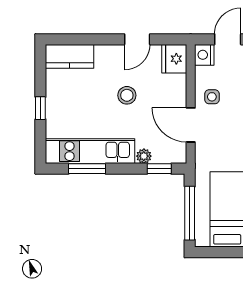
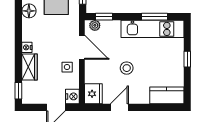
plant: (144, 156) -> (95, 25), moved

